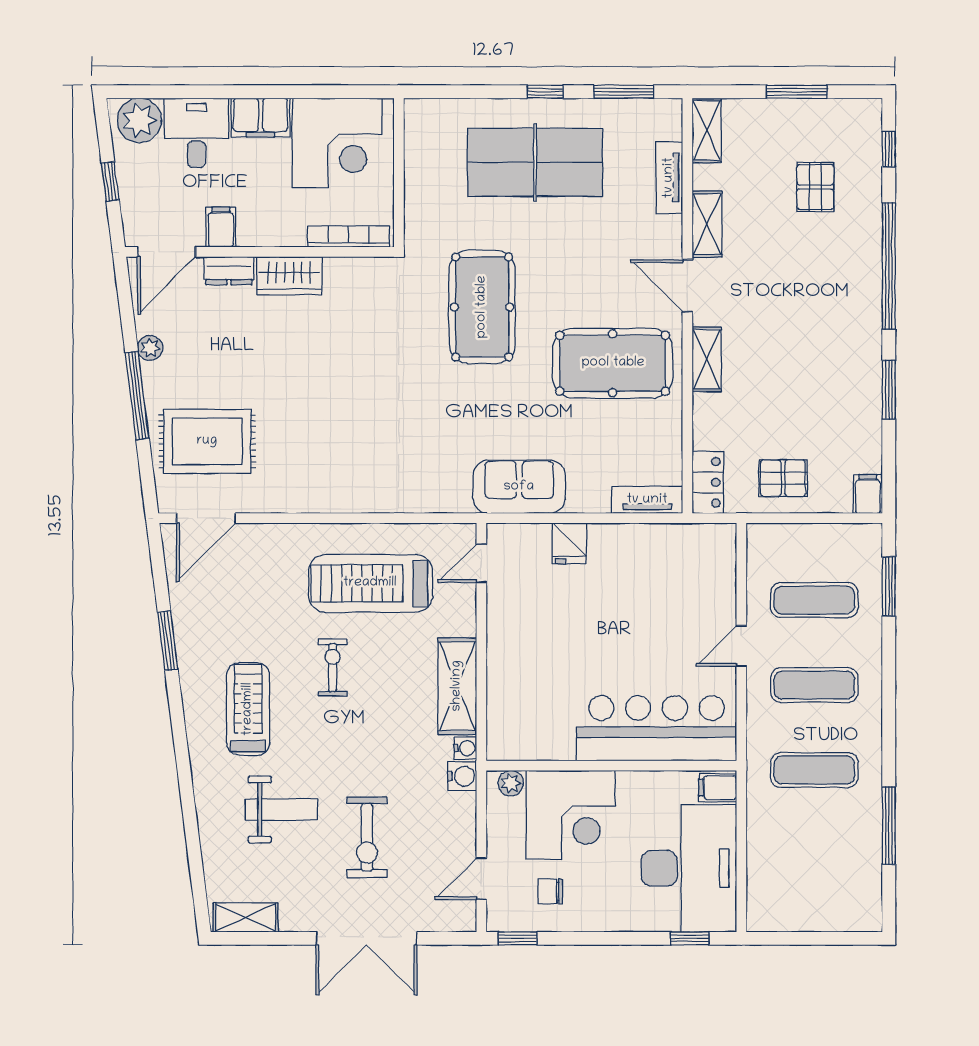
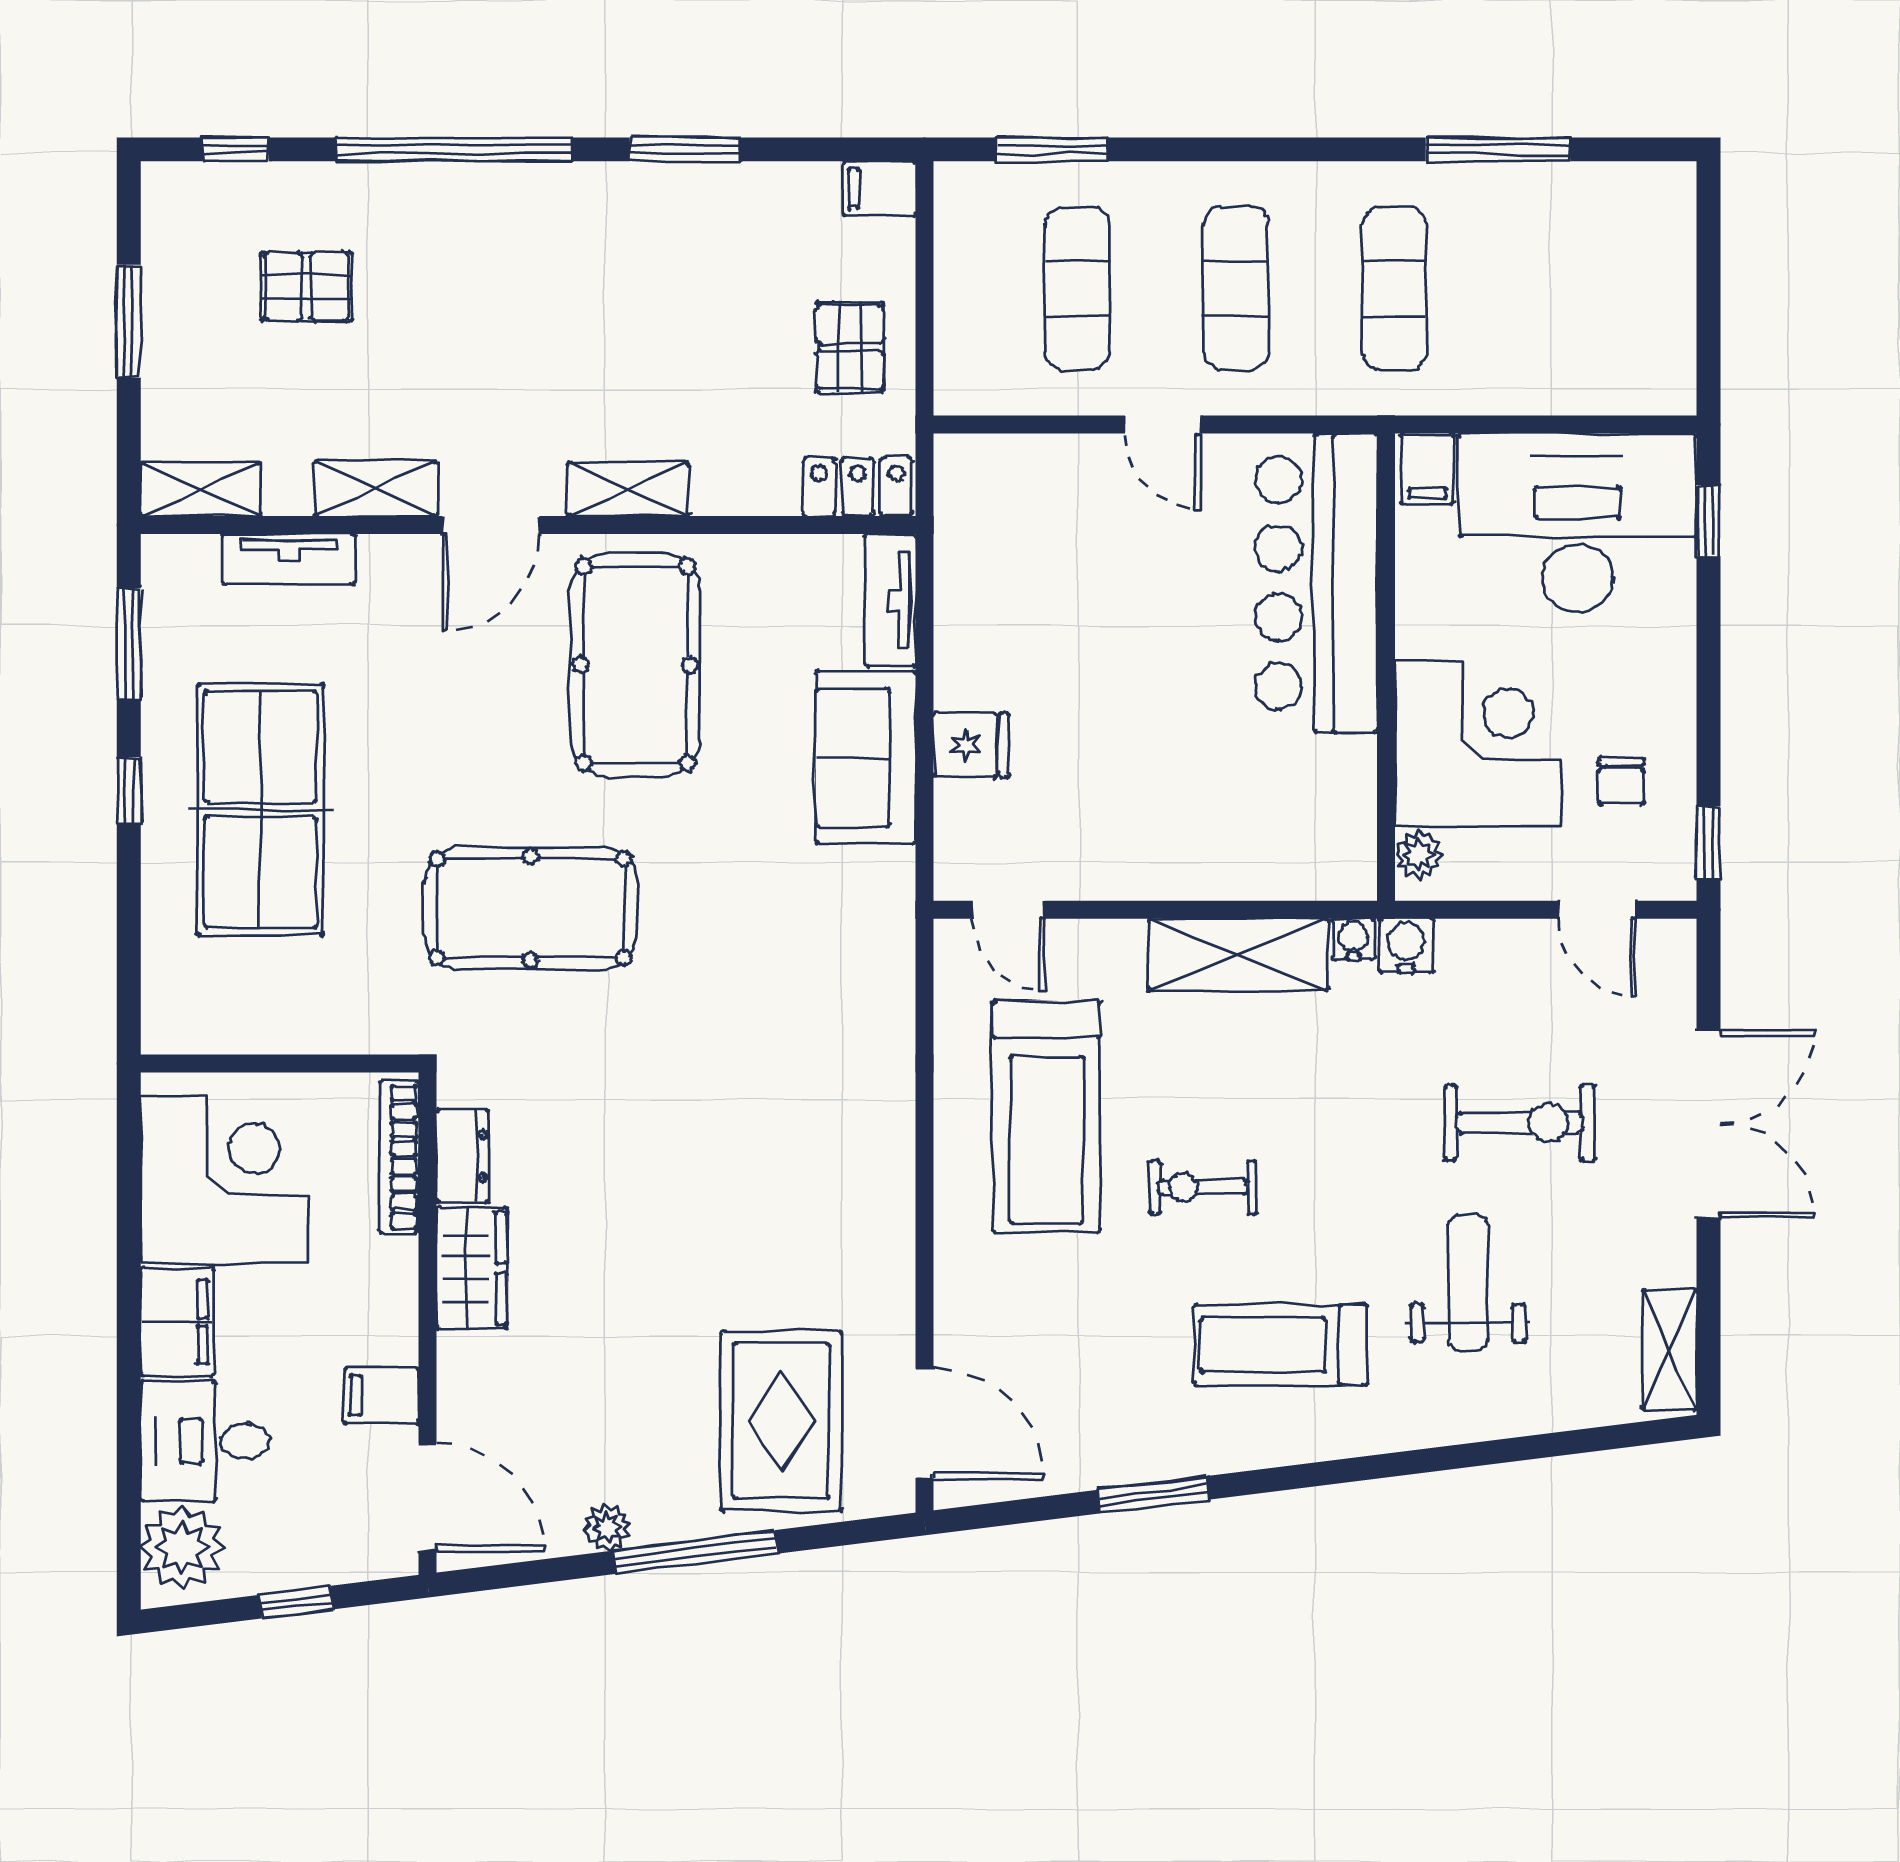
dresser: (229, 271) -> (463, 1156), moved
sofa: (519, 487) -> (866, 758), moved

